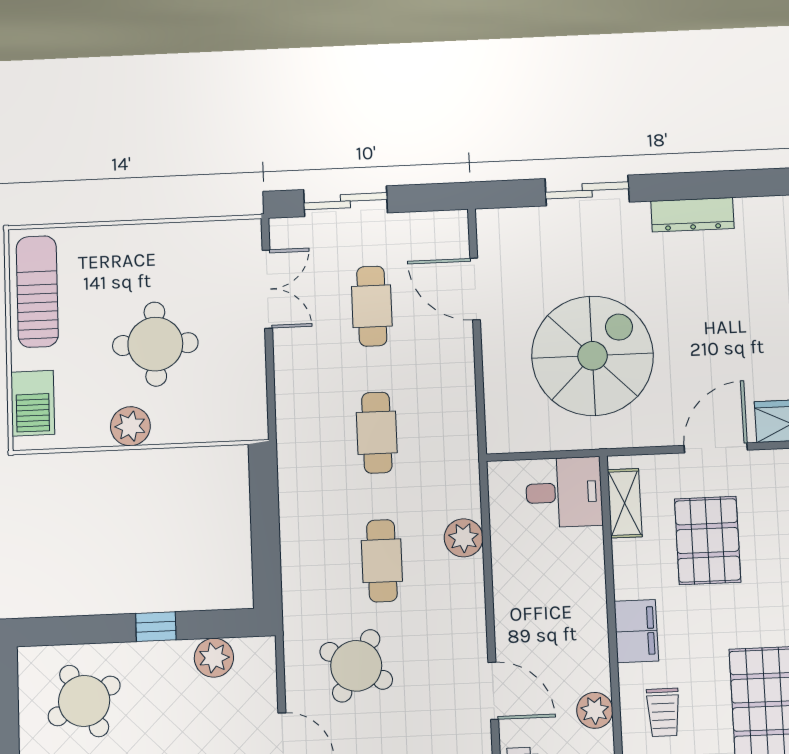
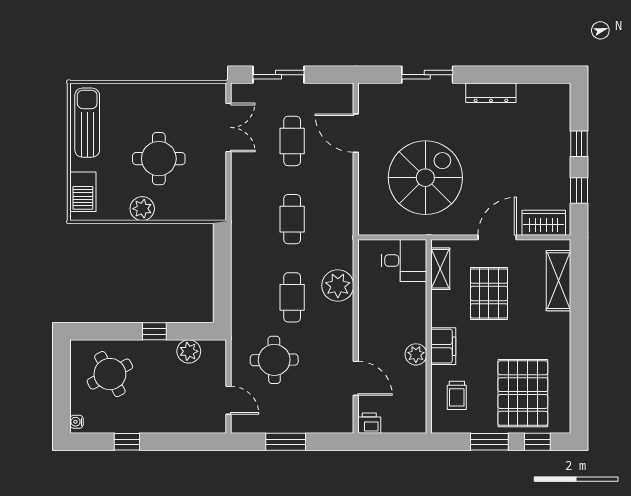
plant: (464, 538) -> (338, 286), width x1.36, depth x1.36
round table: (356, 666) -> (274, 360), turned -31
plant: (595, 710) -> (416, 354), moved

